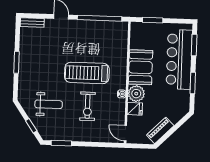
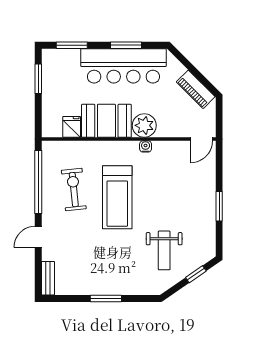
window: (153, 20) -> (38, 79), moved
bar counter: (179, 59) -> (123, 66), moved
weight bench: (49, 104) -> (164, 250), turned 180
exercise bike: (88, 106) -> (74, 190), moved, turned -96
fridge: (135, 109) -> (72, 127), moved
window: (61, 143) -> (219, 206), moved

